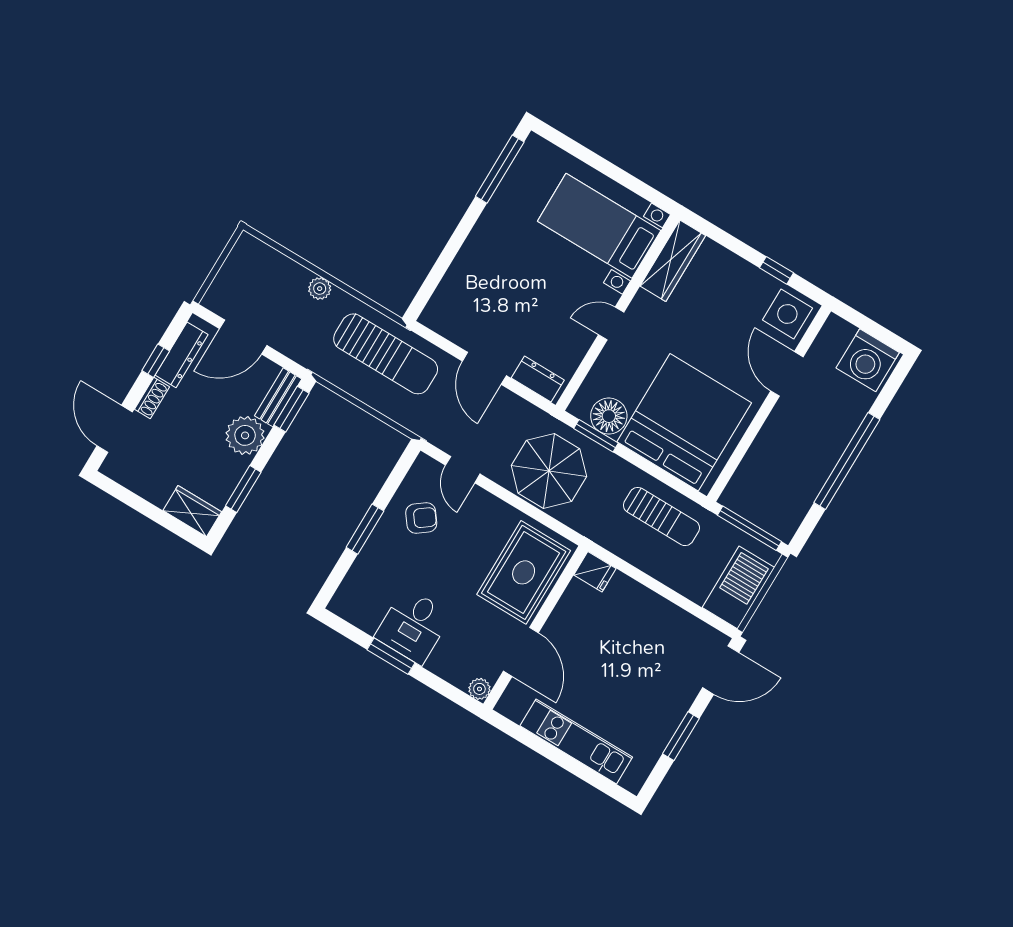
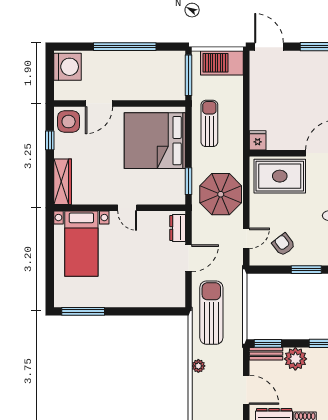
wardrobe: (673, 261) -> (63, 182), moved, turned 90
floor lamp: (609, 416) -> (175, 181), removed

